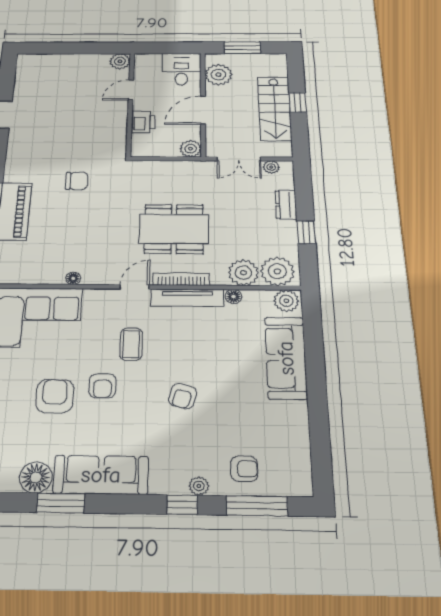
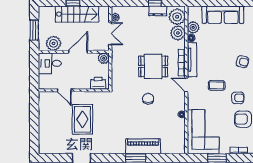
plant: (120, 61) -> (44, 97), removed
door: (203, 110) -> (78, 52), swing flipped
rug: (75, 116) -> (82, 119), added
printer: (143, 122) -> (98, 83), moved
chair: (77, 181) -> (148, 99), moved
dresser: (286, 205) -> (158, 11), moved
dining table: (174, 229) -> (153, 66), width x0.73
plant: (286, 301) -> (193, 27), moved

